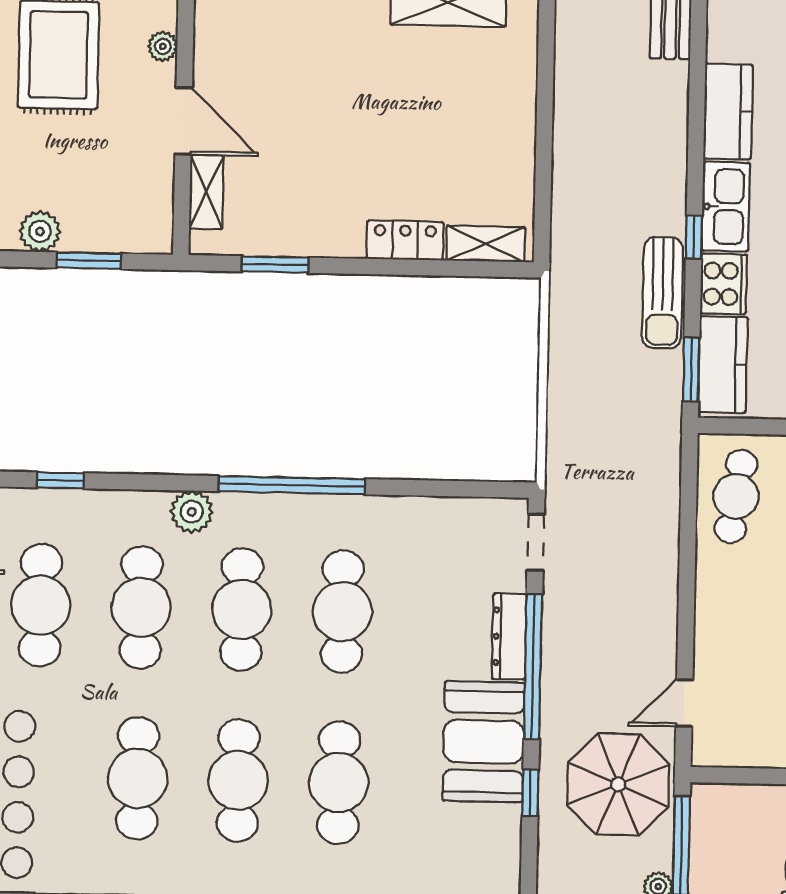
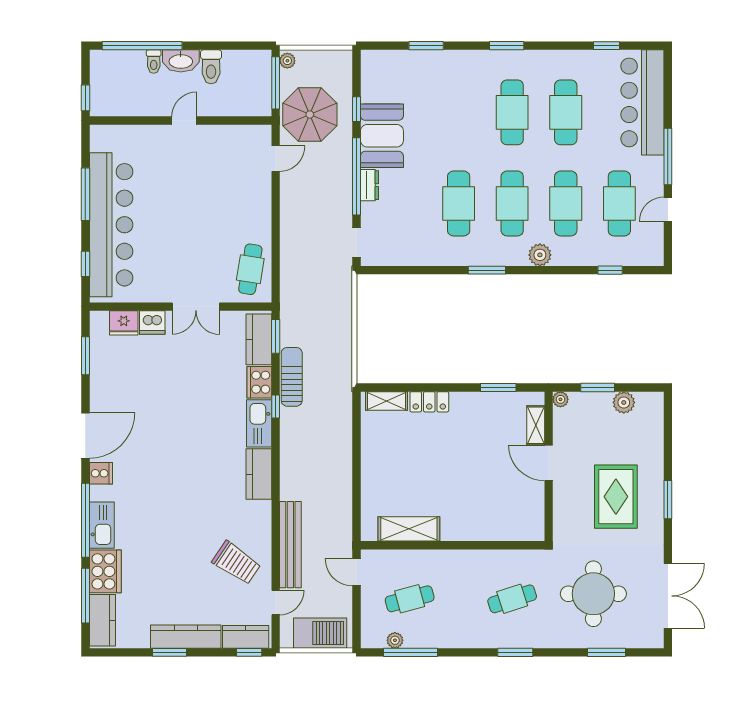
plant: (163, 46) -> (560, 399), moved
window: (292, 485) -> (487, 270), width x0.47
dresser: (509, 636) -> (369, 185), width x0.70
cafe table: (339, 783) -> (459, 112), removed

